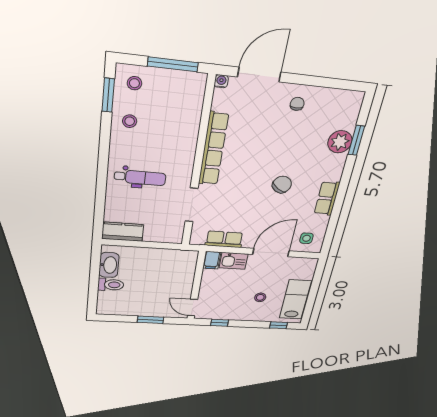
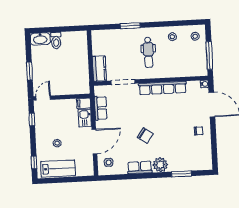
window: (108, 95) -> (130, 26), moved
plant: (340, 142) -> (160, 165), moved
dental chair: (140, 178) -> (148, 52), moved
kitchen counter: (123, 232) -> (99, 69), moved
door: (271, 253) -> (94, 141), hinge flipped
washbasin: (109, 265) -> (40, 39), moved

